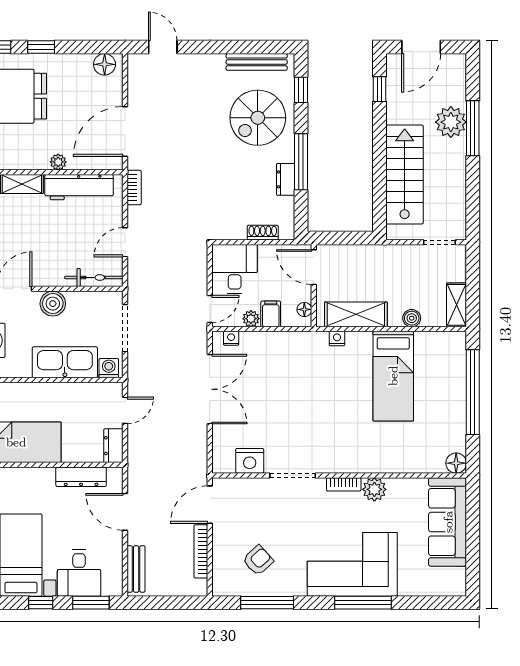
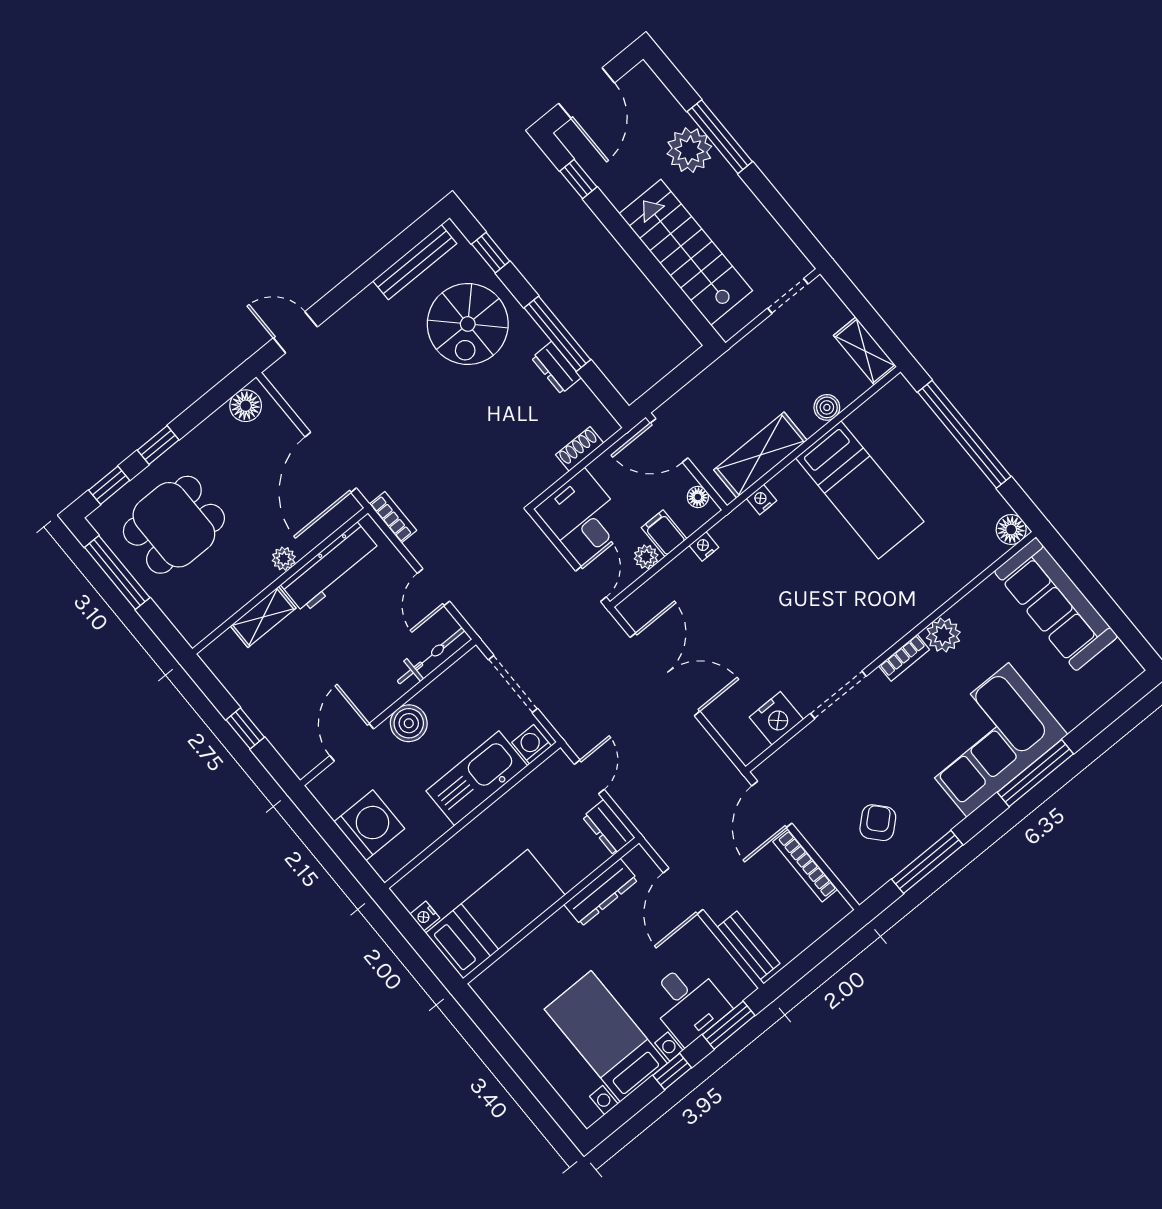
nightstand: (231, 338) -> (704, 546), moved
door: (125, 512) -> (683, 891), hinge flipped

